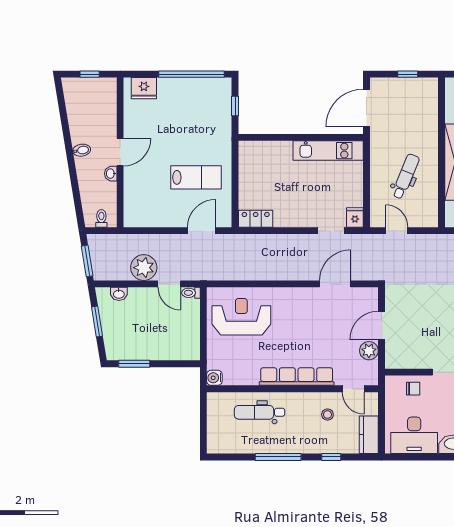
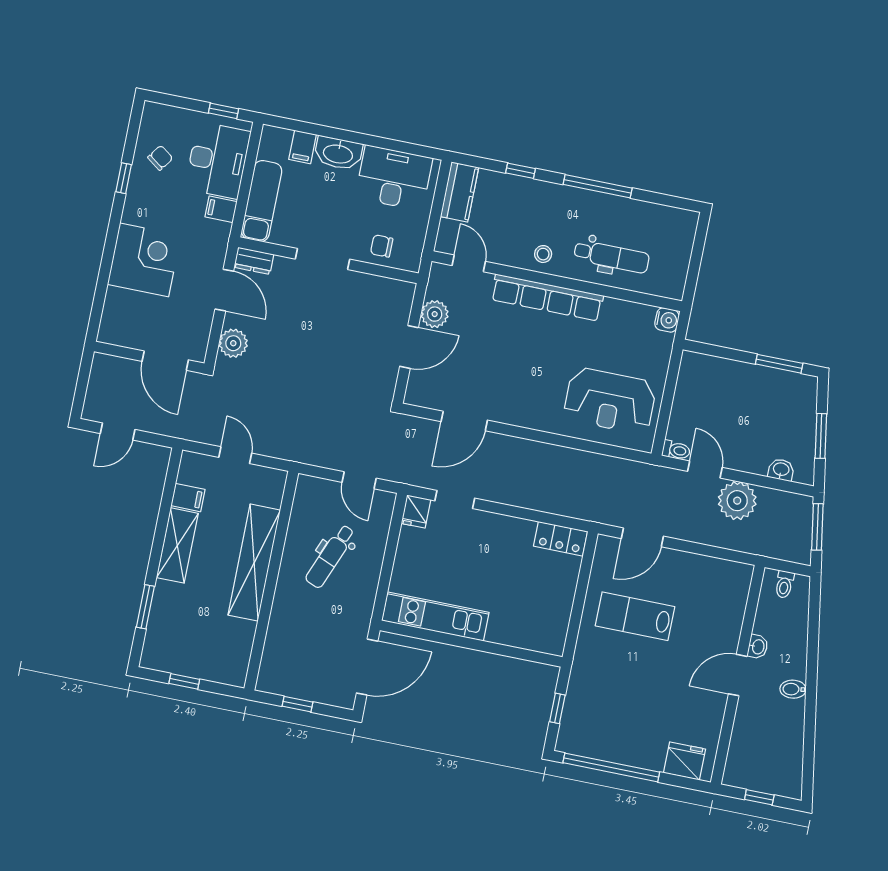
stool: (327, 415) -> (543, 254), moved

